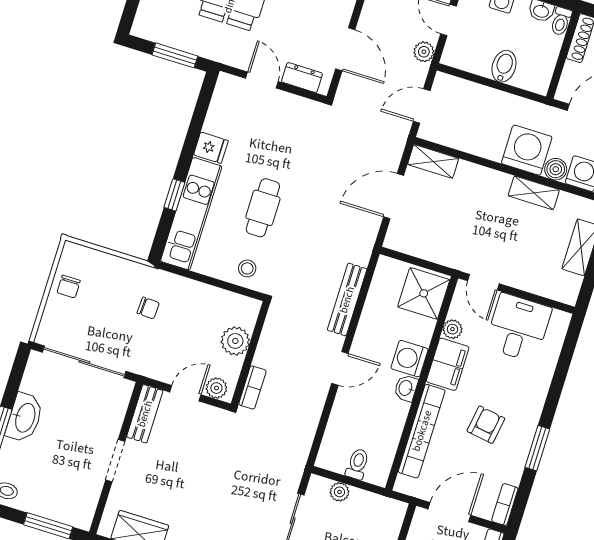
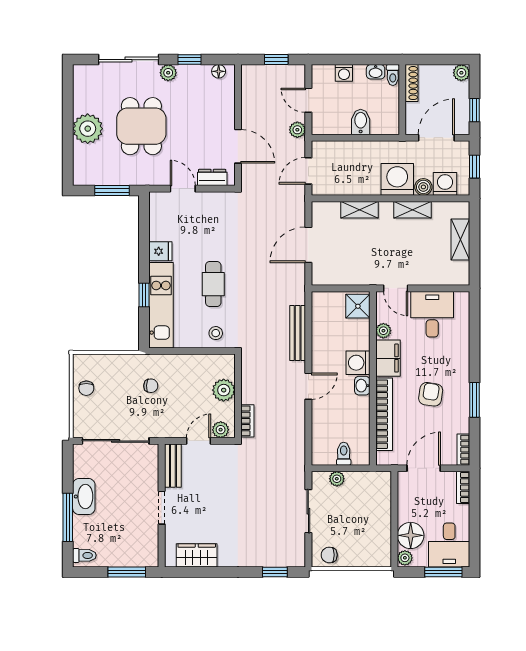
shelving: (433, 161) -> (359, 210), moved
shower: (424, 293) -> (358, 306), width x0.73, depth x0.73

